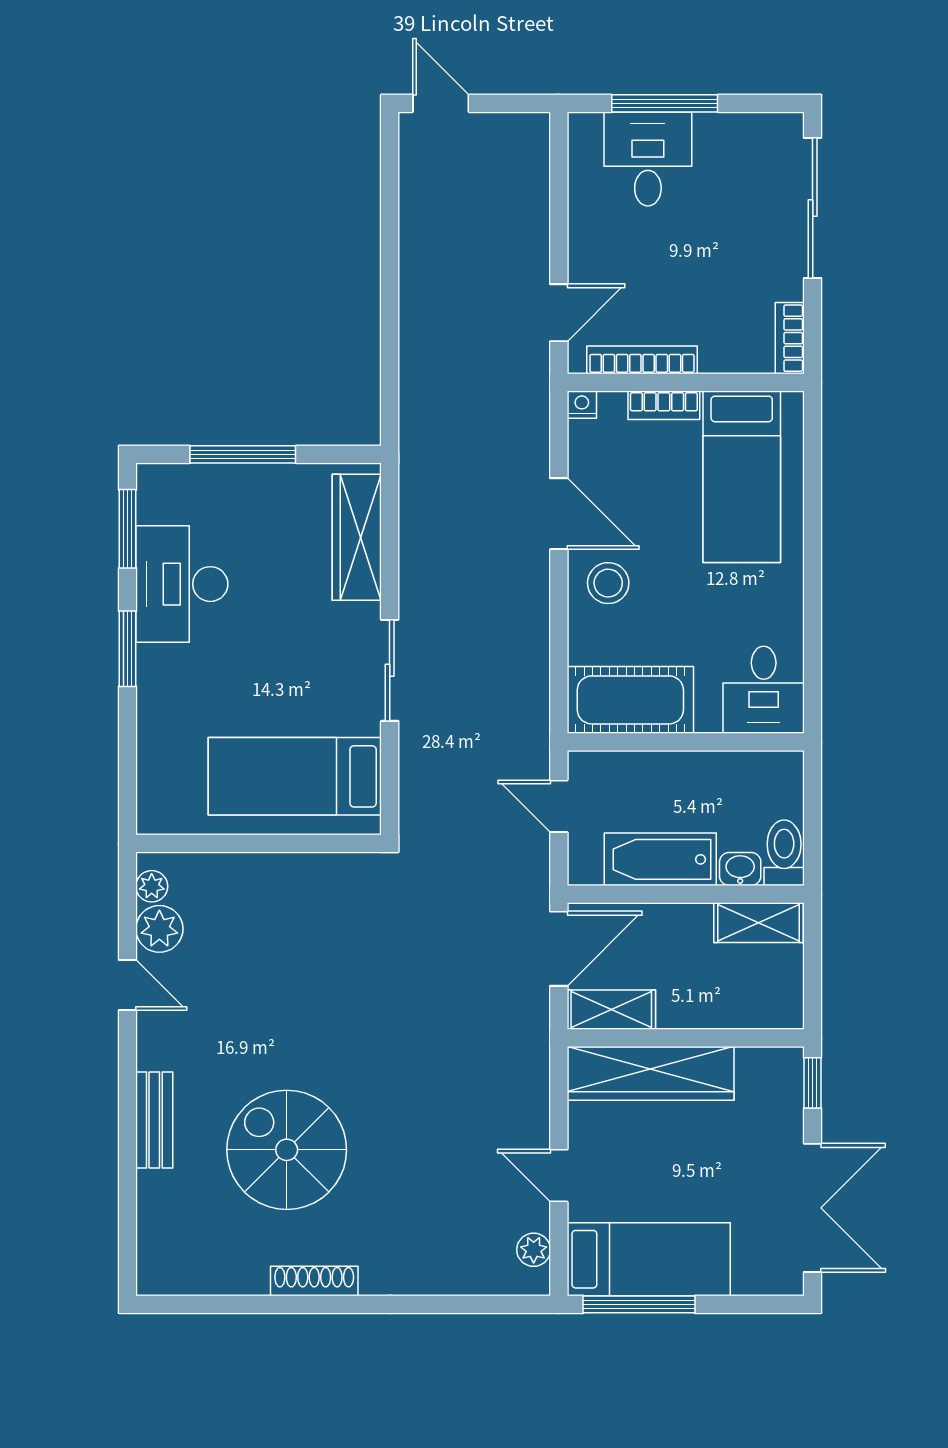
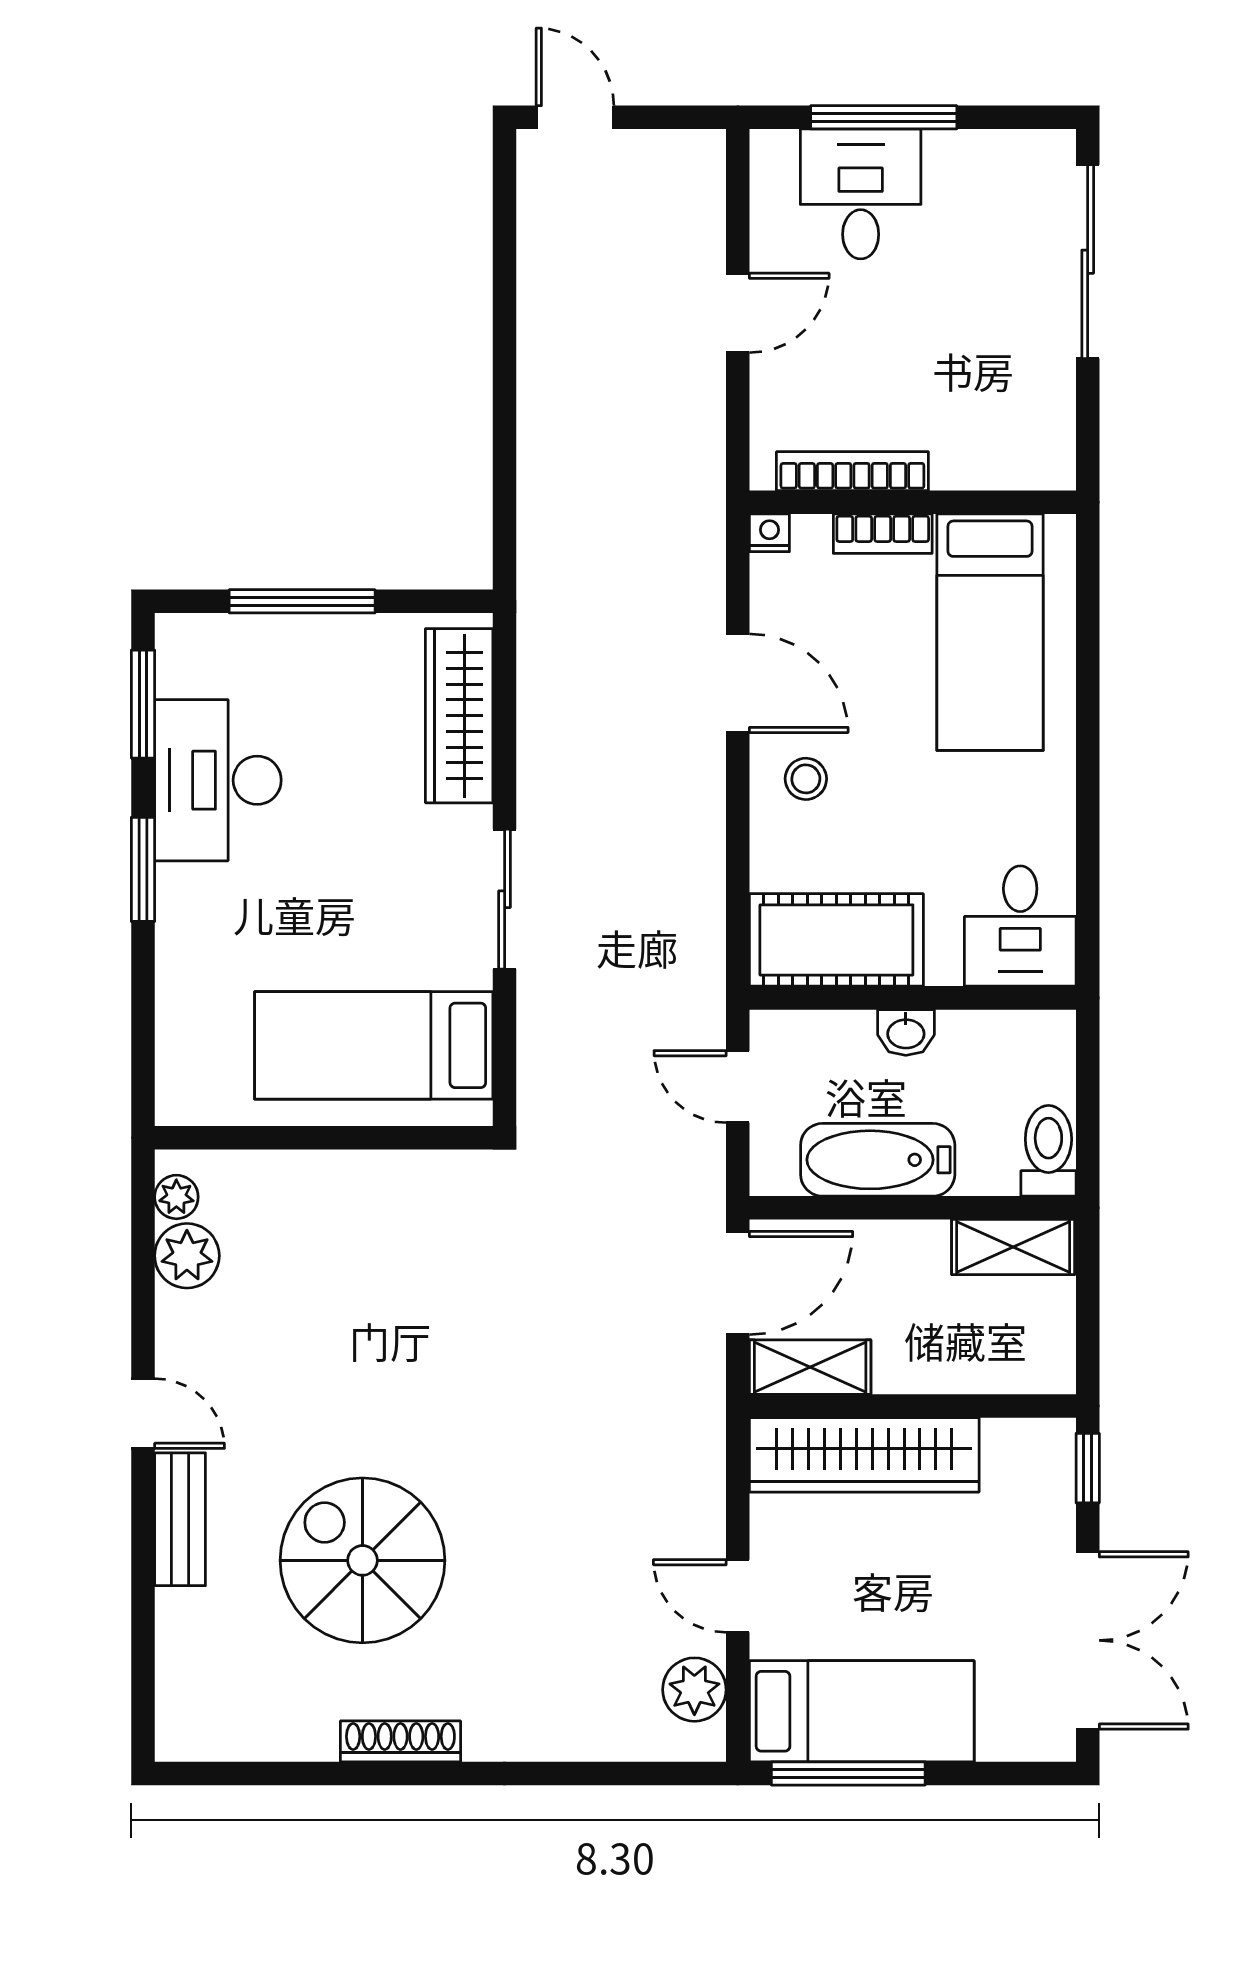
door: (559, 313) -> (738, 313), moved
bookcase: (790, 338) -> (1056, 441), removed
stool: (608, 583) -> (806, 779), width x0.73, depth x0.73
washbasin: (740, 869) -> (906, 1032), moved, turned 180
door: (127, 985) -> (143, 1414), moved
plant: (534, 1250) -> (694, 1690), width x1.38, depth x1.38

